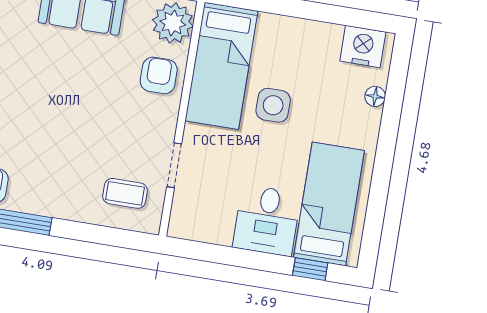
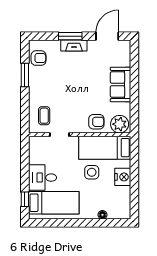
nightstand: (363, 47) -> (123, 177), moved

